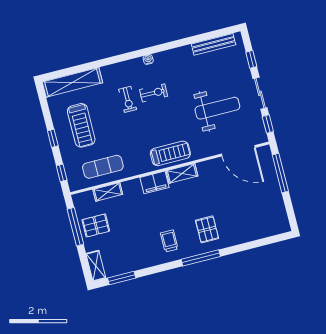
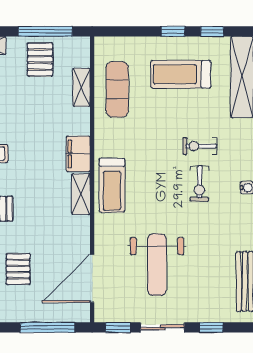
window: (62, 173) -> (212, 31), moved
pallet: (245, 204) -> (18, 269), added

